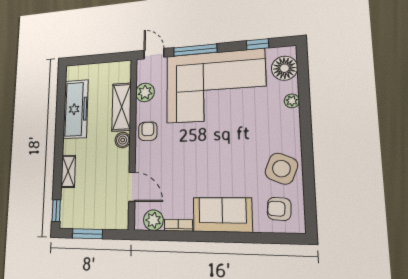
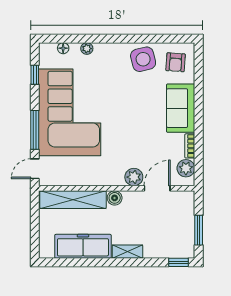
floor lamp: (284, 68) -> (63, 48), width x0.53, depth x0.53
plant: (145, 92) -> (134, 177), moved
shelving: (122, 107) -> (73, 200), width x1.47
armchair: (148, 131) -> (107, 174), removed
side table: (281, 169) -> (143, 59), turned -36
shelving: (68, 171) -> (128, 252), moved

